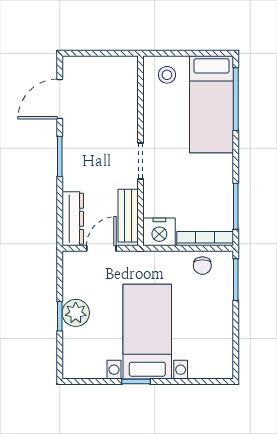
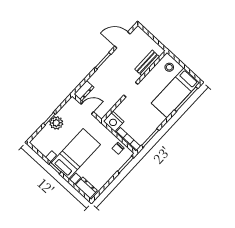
bench: (128, 216) -> (147, 63), moved
dresser: (73, 219) -> (84, 91), width x0.70
dresser: (210, 368) -> (86, 188), added

